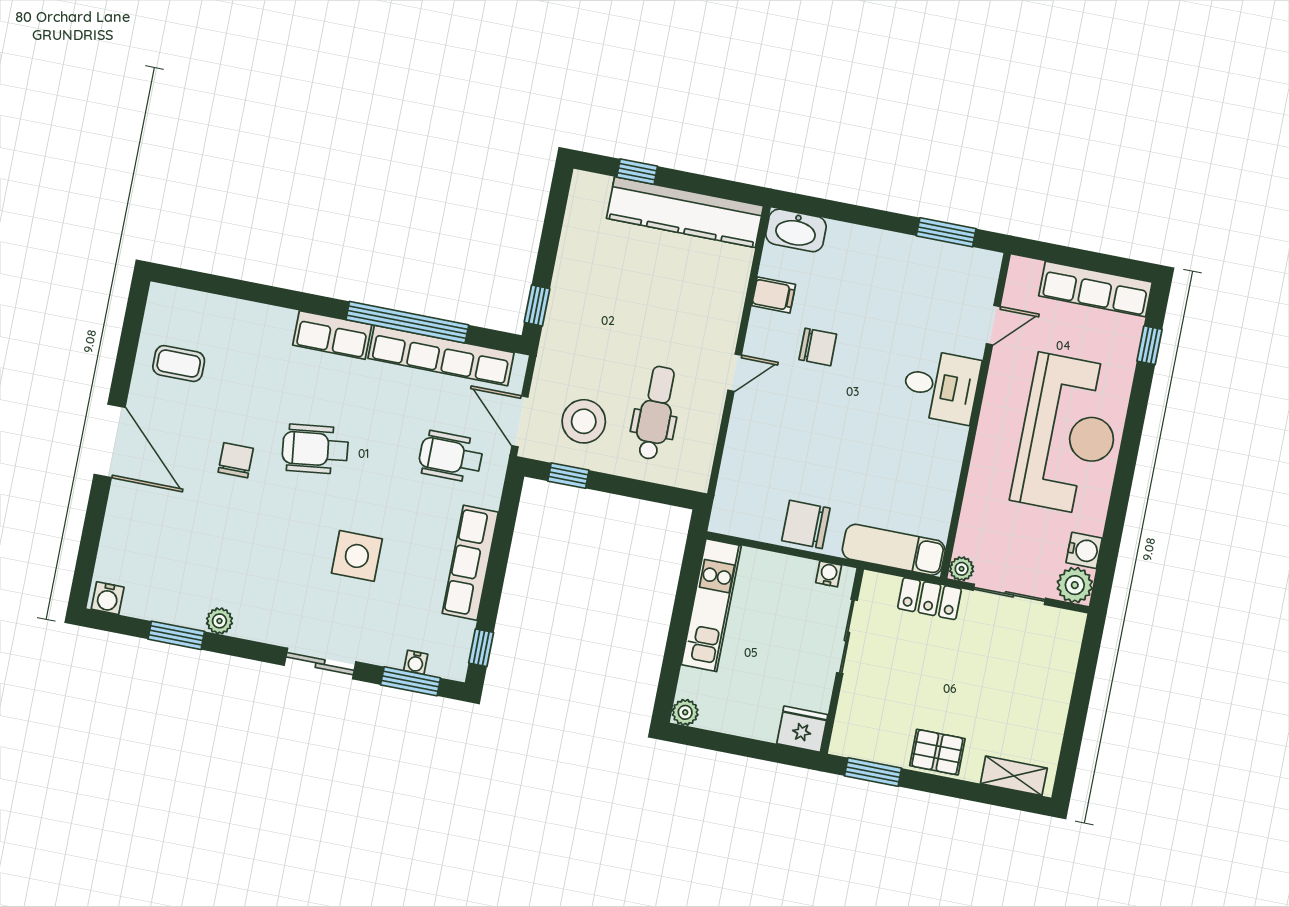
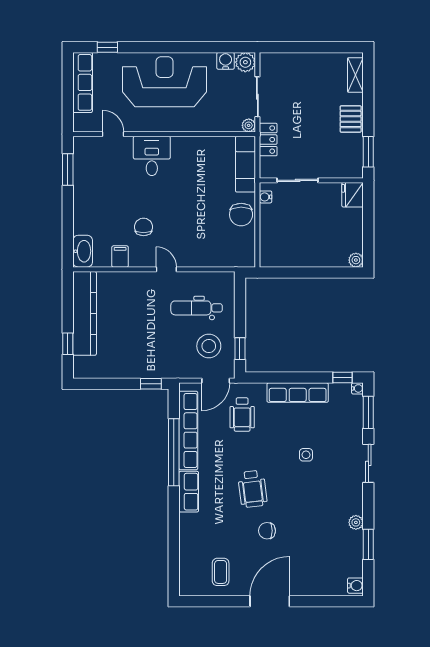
side table: (357, 556) -> (306, 455), width x0.54, depth x0.54
kitchen unit: (711, 605) -> (295, 257), removed
water cooler: (416, 662) -> (357, 388), moved

